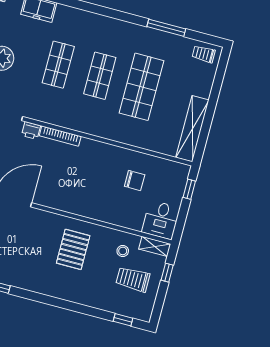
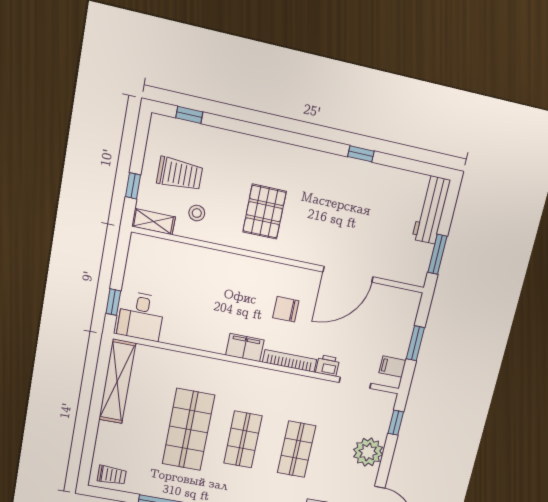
filing cabinet: (94, 149) -> (245, 348), added
chair: (135, 181) -> (286, 309), moved
desk: (161, 220) -> (141, 316), moved, turned 180

